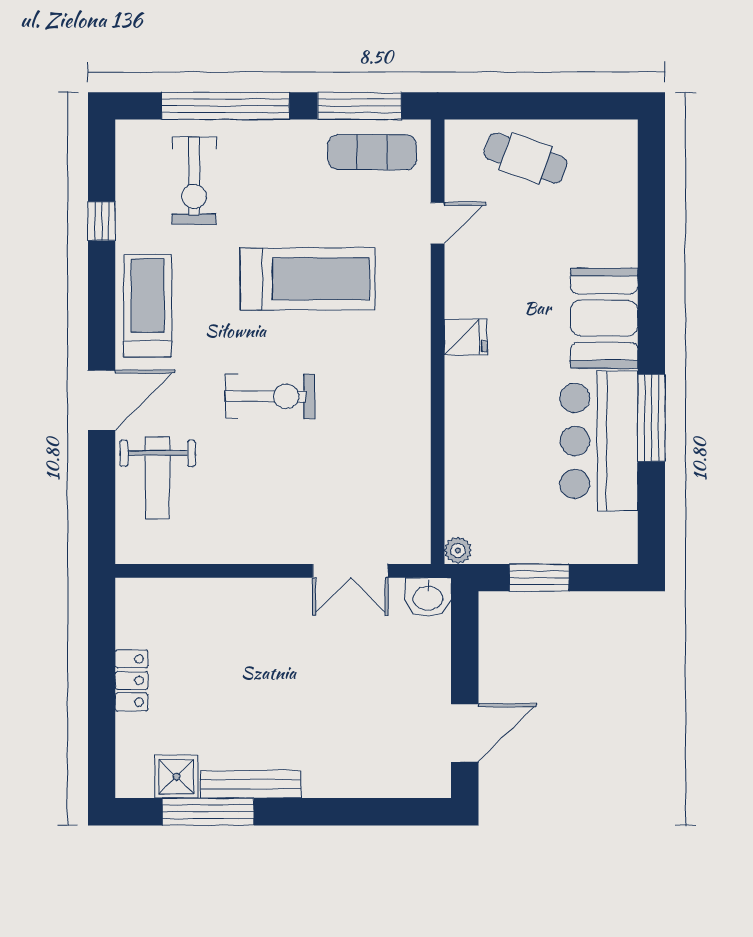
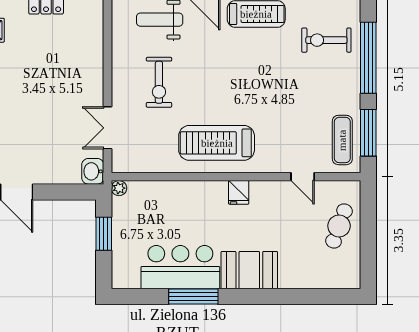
treadmill: (308, 279) -> (217, 143), moved, turned 90
exercise bike: (270, 396) -> (159, 82), moved

